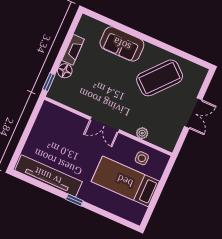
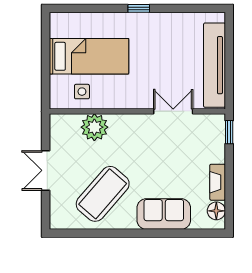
floor lamp: (65, 71) -> (216, 211), moved
double door: (105, 125) -> (173, 111), moved
plant: (142, 133) -> (94, 127), width x1.88, depth x1.88
tv unit: (48, 176) -> (215, 65), moved, turned 90

